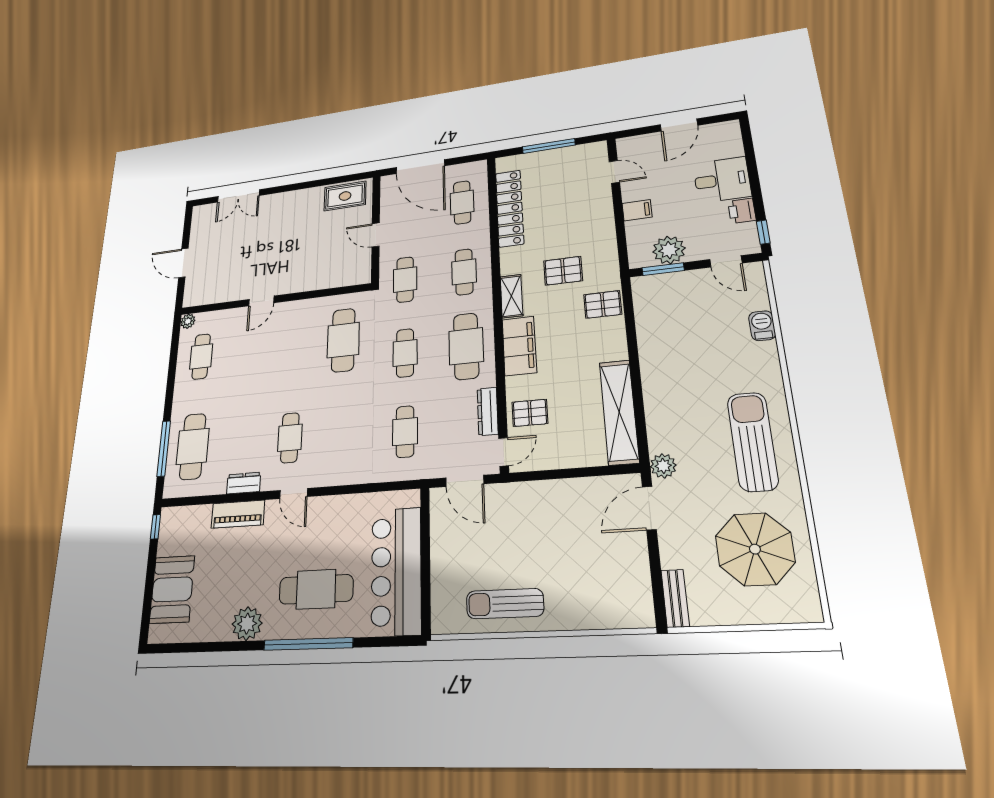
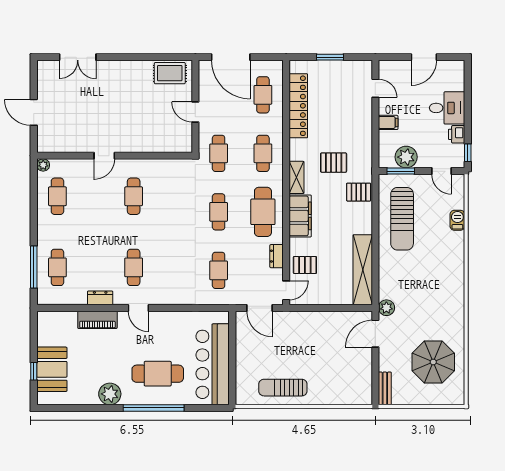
window: (549, 146) -> (330, 57), width x0.69
cafe table: (343, 340) -> (134, 196), moved, width x0.73, depth x0.74
dresser: (488, 411) -> (277, 256), width x0.70
sun lounger: (753, 441) -> (402, 219), moved, turned 180
cafe table: (193, 446) -> (57, 267), width x0.73, depth x0.74
window: (155, 527) -> (34, 371), moved

